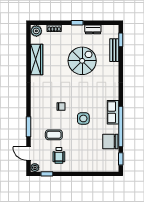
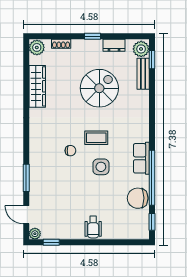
plant: (113, 32) -> (141, 49), added
coffee table: (54, 135) -> (96, 138), moved
wheelchair: (59, 155) -> (93, 227), moved

